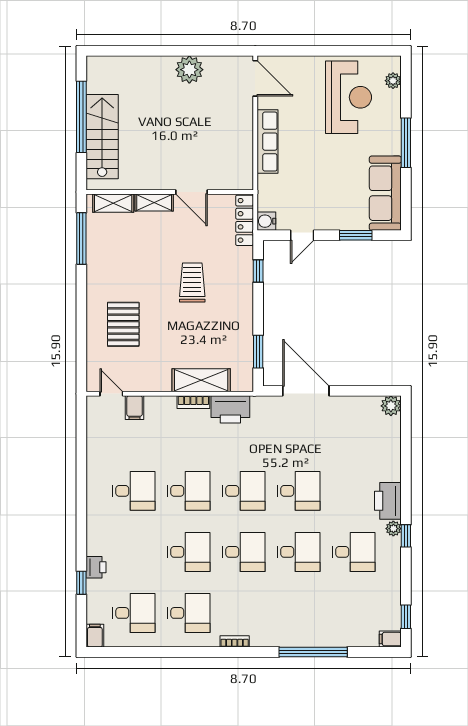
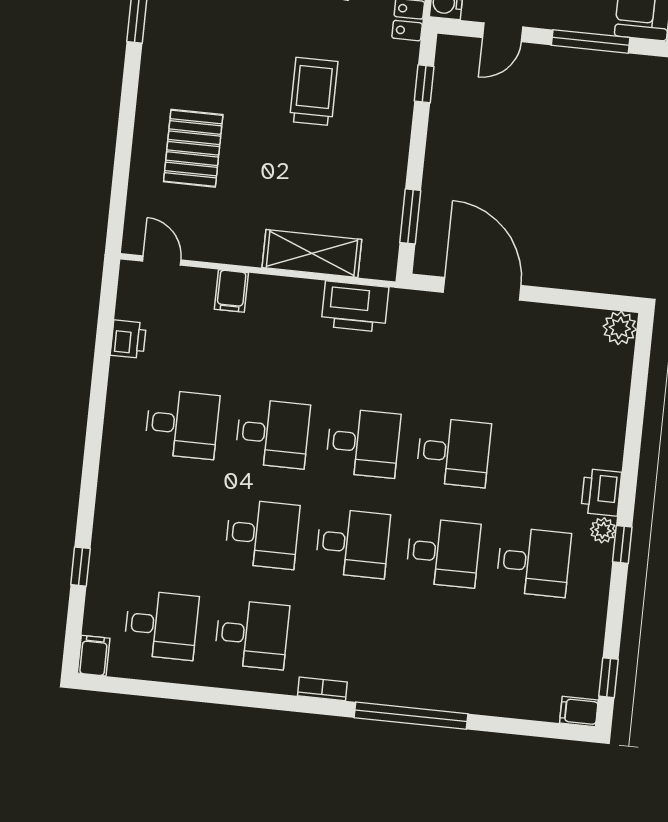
window: (356, 235) -> (591, 41), width x1.44
bookcase: (193, 402) -> (295, 288), removed
filing cabinet: (135, 408) -> (231, 291), moved
printer: (388, 501) -> (601, 492), width x0.73, depth x0.84
printer: (96, 567) -> (128, 339), moved
window: (313, 652) -> (411, 716), moved

